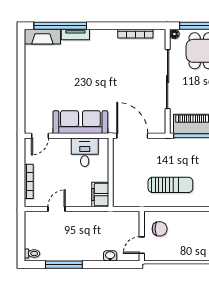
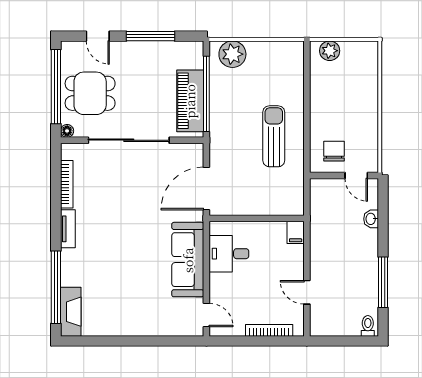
tv unit: (75, 35) -> (68, 229), moved
filing cabinet: (100, 195) -> (296, 232), width x0.50

